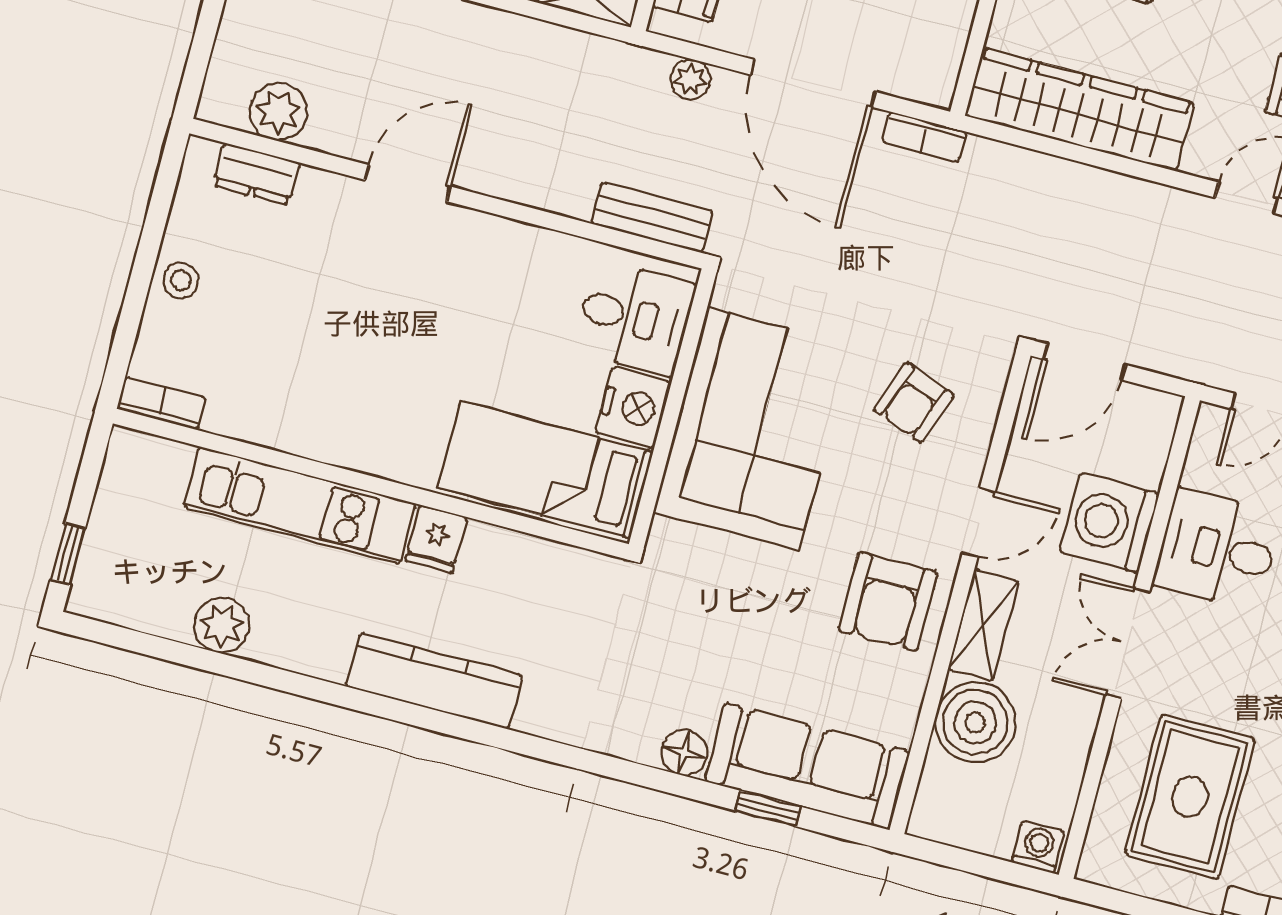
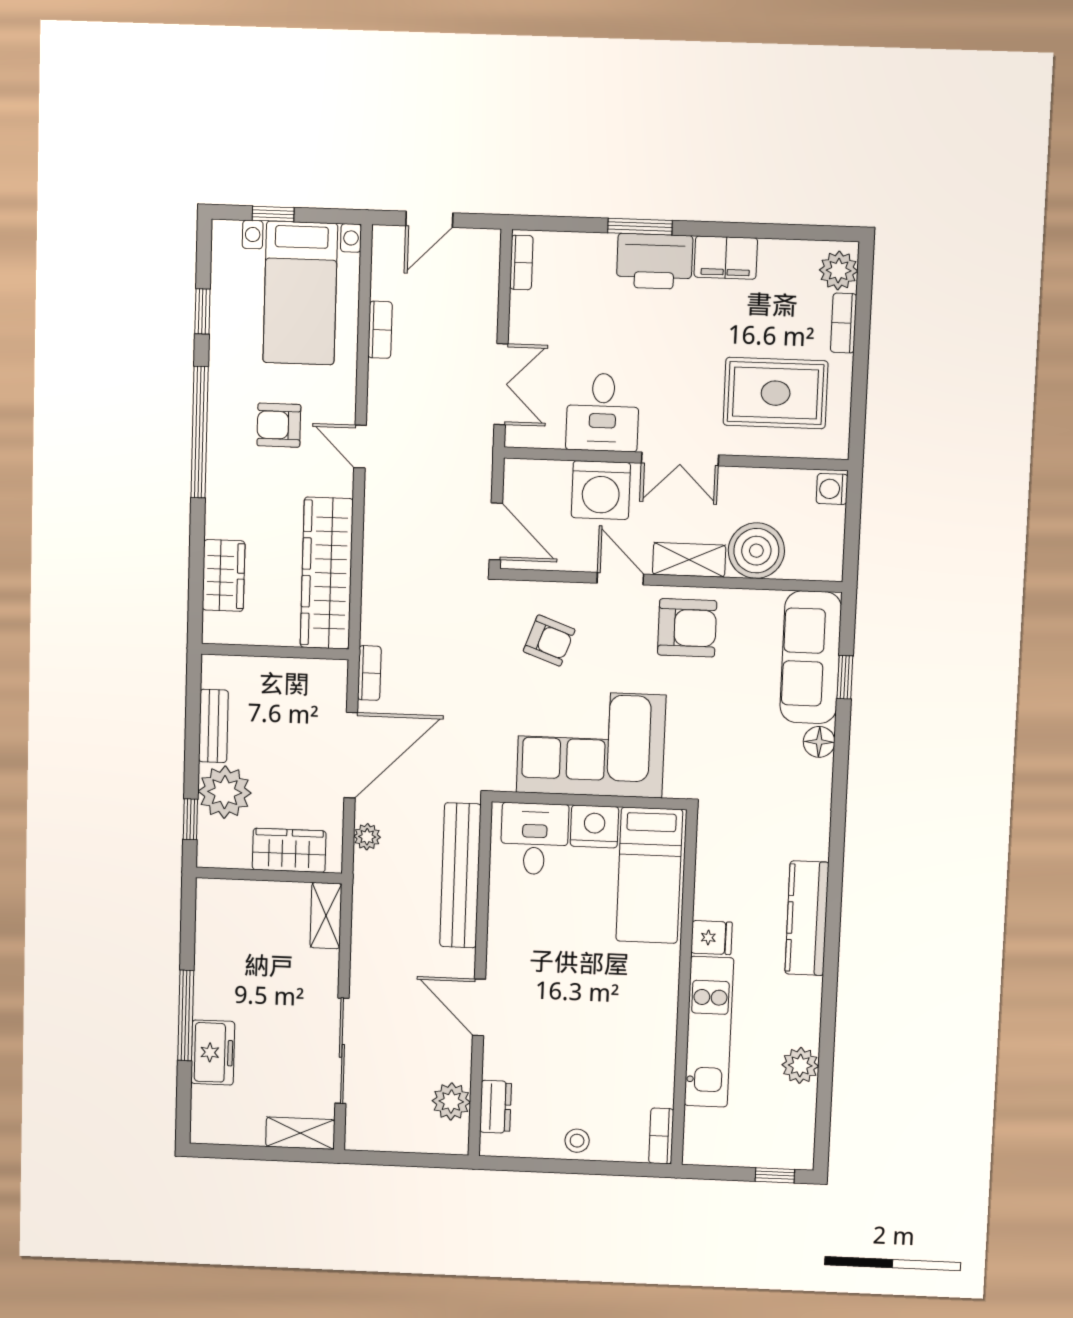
bench: (652, 217) -> (460, 875), width x1.86, depth x1.21

